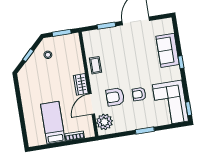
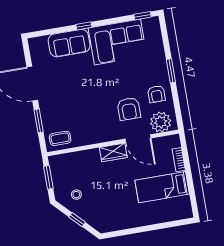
coffee table: (96, 65) -> (60, 138), moved
armchair: (139, 94) -> (156, 94), moved
corner sofa: (170, 103) -> (117, 42), moved

